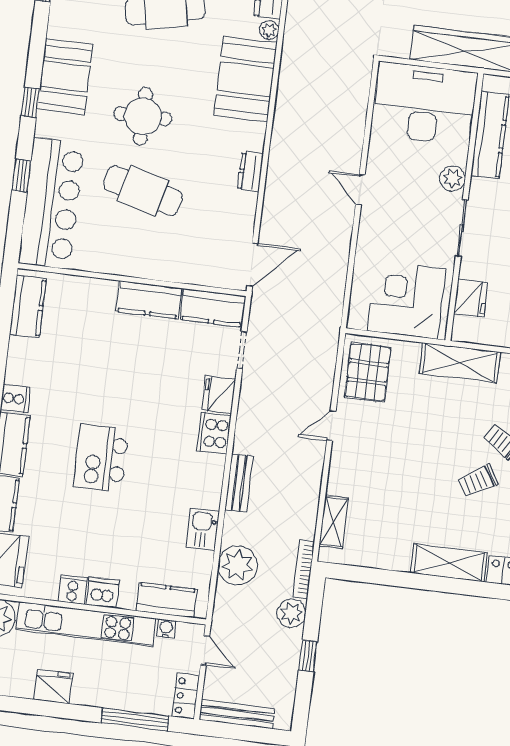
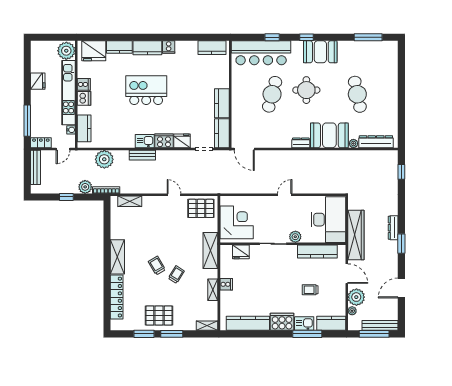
dresser: (250, 172) -> (301, 143), moved
kitchen island: (101, 458) -> (146, 90), width x1.37, depth x1.28
kitchen sink: (203, 529) -> (145, 141), moved

